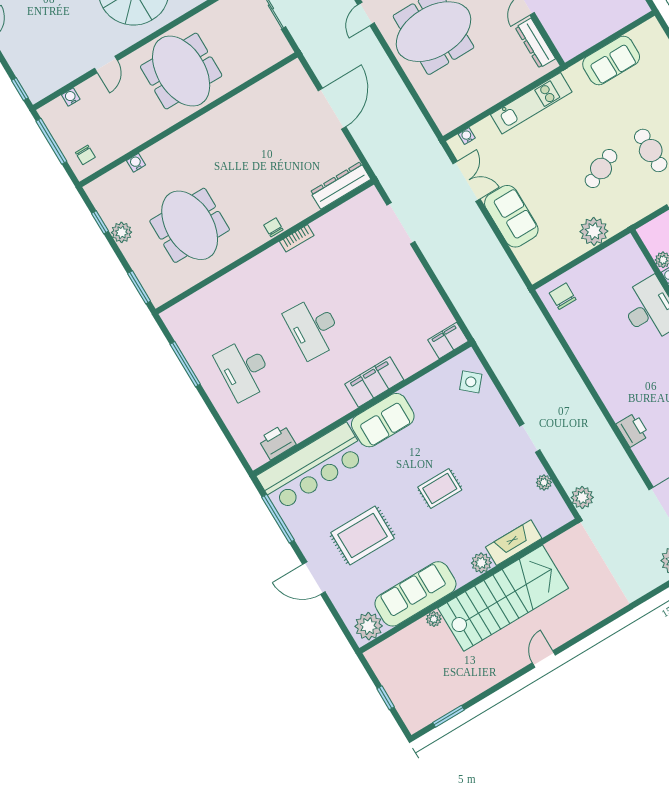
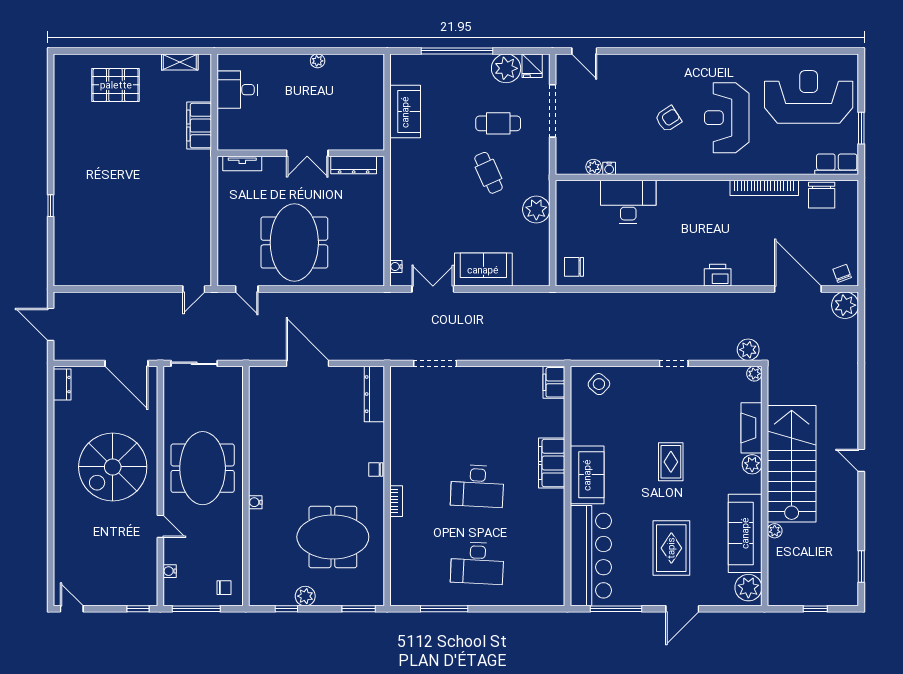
meeting table: (181, 71) -> (203, 468), turned 90
kitchen unit: (531, 103) -> (401, 198), removed
water cooler: (136, 163) -> (255, 502), moved
bookcase: (297, 238) -> (396, 501), moved
printer: (277, 442) -> (553, 572), removed
plant: (544, 482) -> (754, 374), moved

